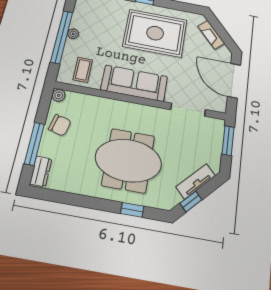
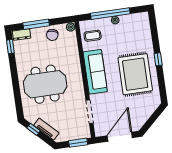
fireplace: (211, 35) -> (148, 113), removed
meeting table: (128, 160) -> (45, 84), turned 90
window: (132, 210) -> (10, 47), moved

